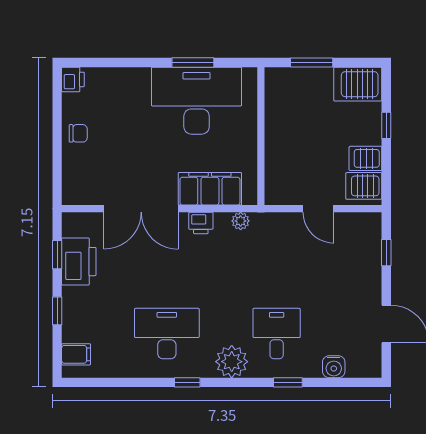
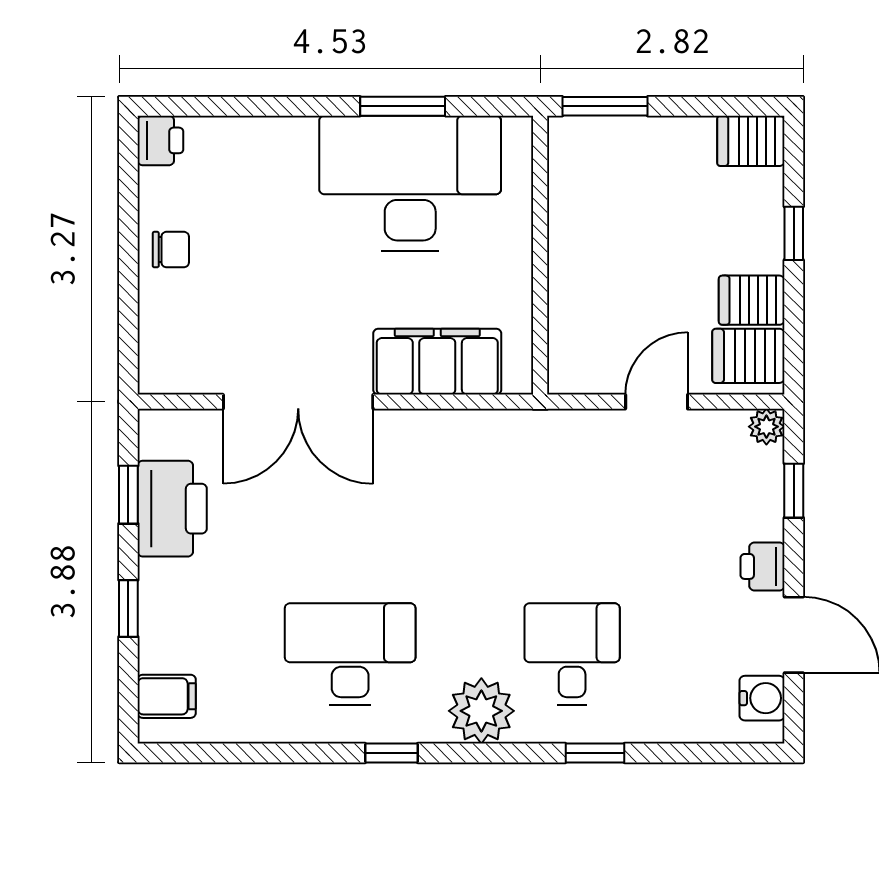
window: (312, 62) -> (605, 106), moved
server rack: (358, 84) -> (751, 141), width x0.73, depth x0.70
door: (318, 209) -> (657, 402), swing flipped
plant: (241, 221) -> (766, 427), moved
printer: (201, 223) -> (763, 566), moved, turned 90
water cooler: (334, 367) -> (762, 698), moved, turned -90

